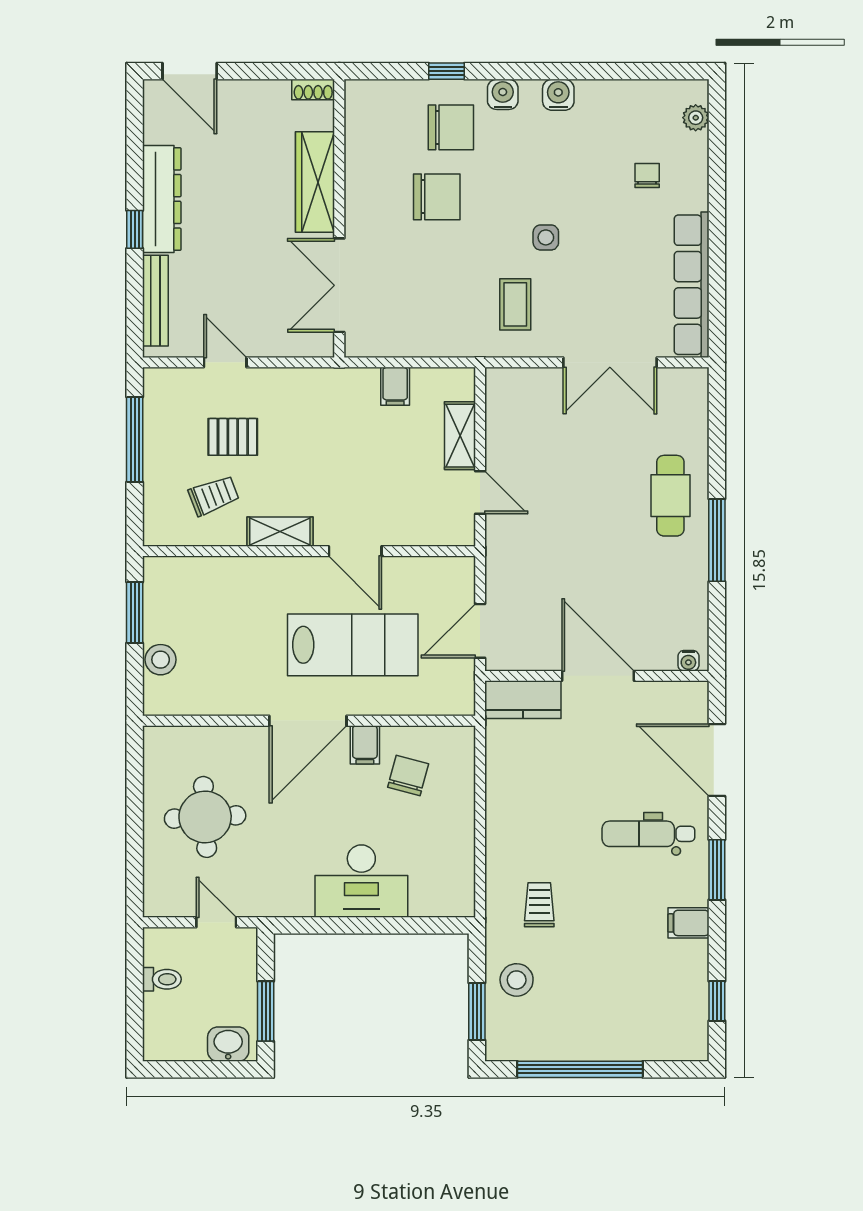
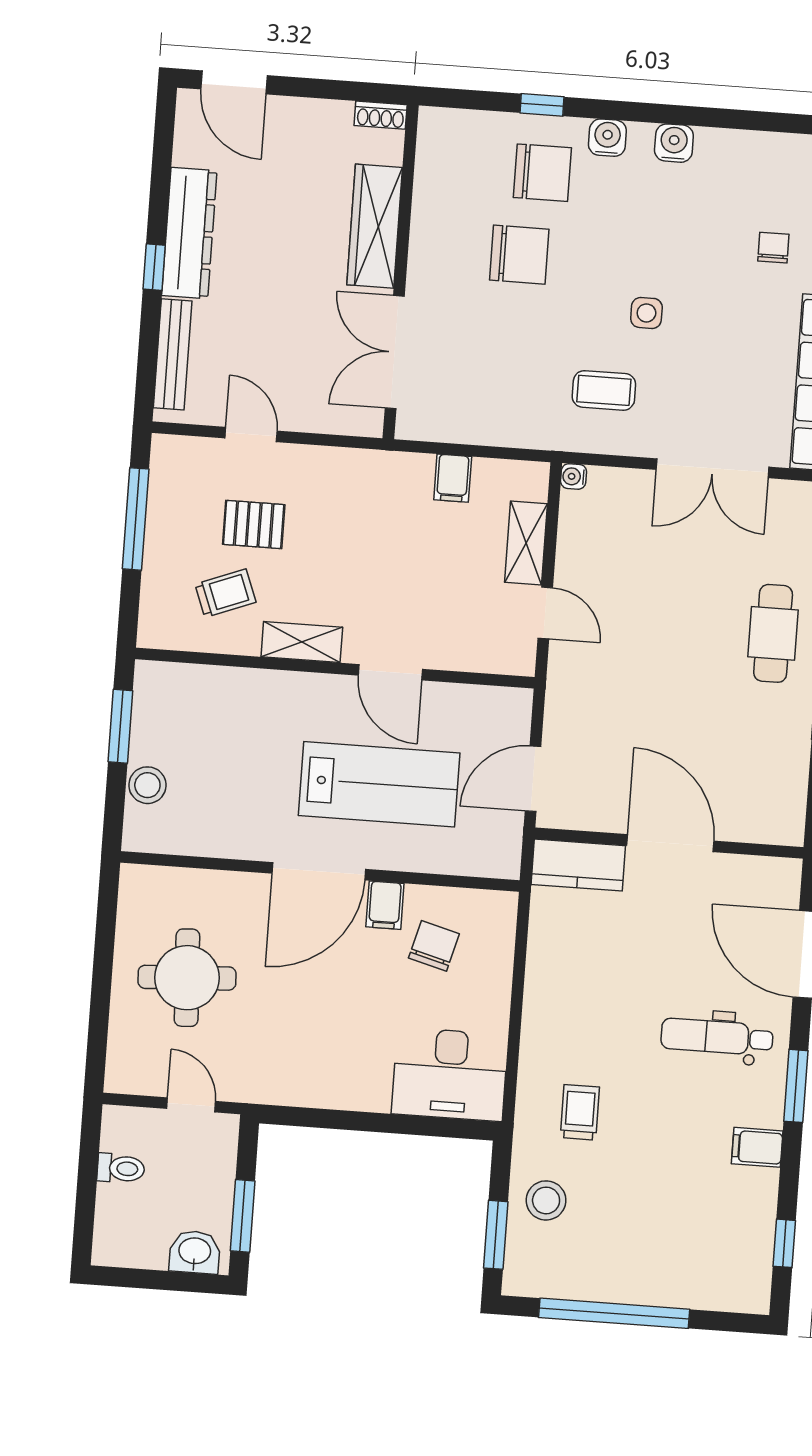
coffee table: (515, 304) -> (604, 390), turned 90
water cooler: (688, 661) -> (574, 476), moved, turned 90
desk: (361, 881) -> (450, 1074), moved

